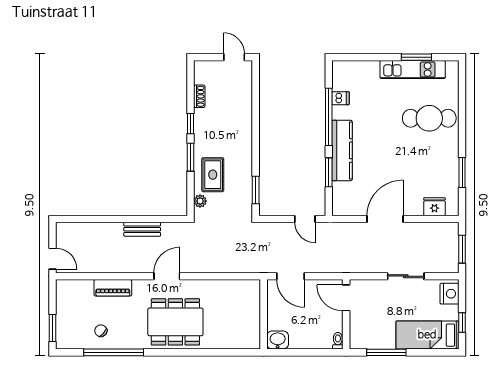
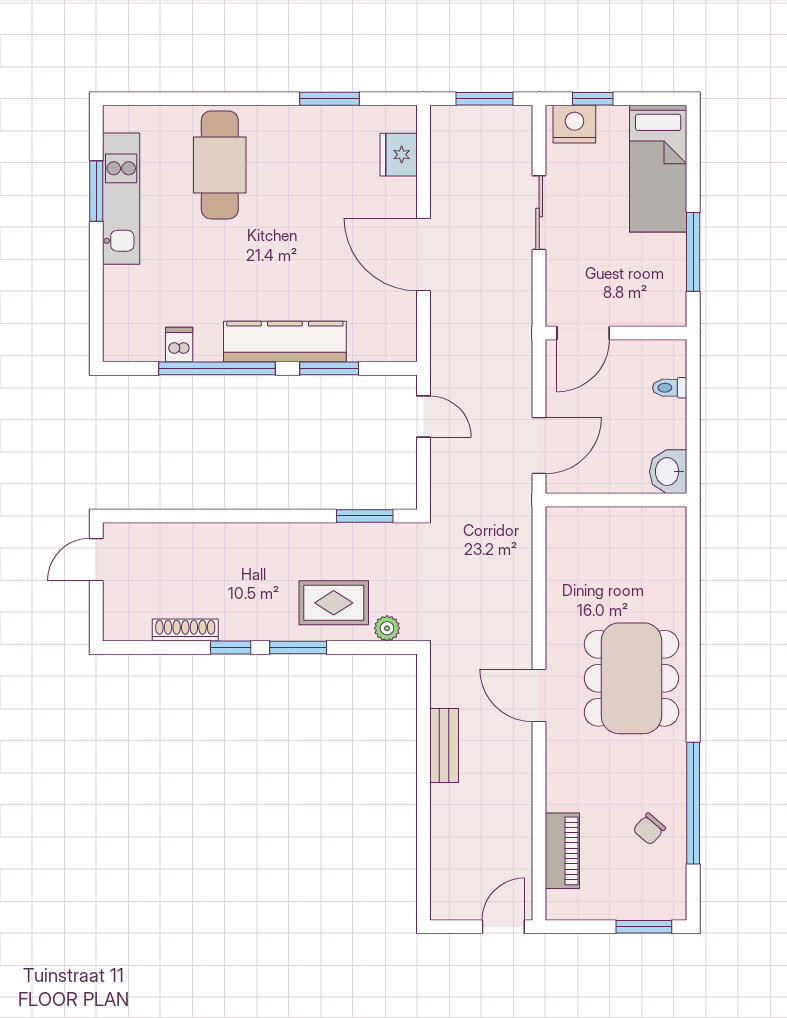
shoe rack: (199, 96) -> (185, 630), width x1.43
door: (305, 219) -> (424, 416), hinge flipped
piano: (113, 288) -> (562, 851), moved
window: (462, 323) -> (593, 99), moved
toilet: (338, 341) -> (670, 388), moved

